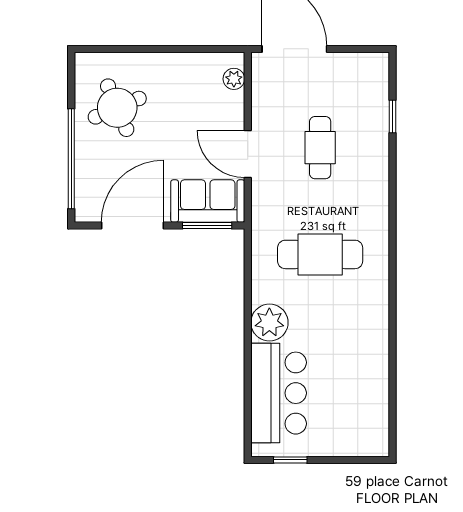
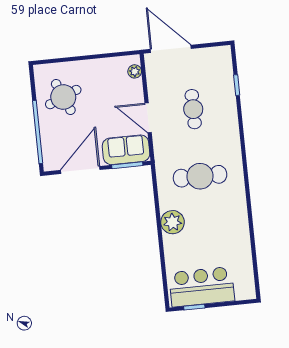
bar counter: (279, 393) -> (202, 287), moved, turned -90

